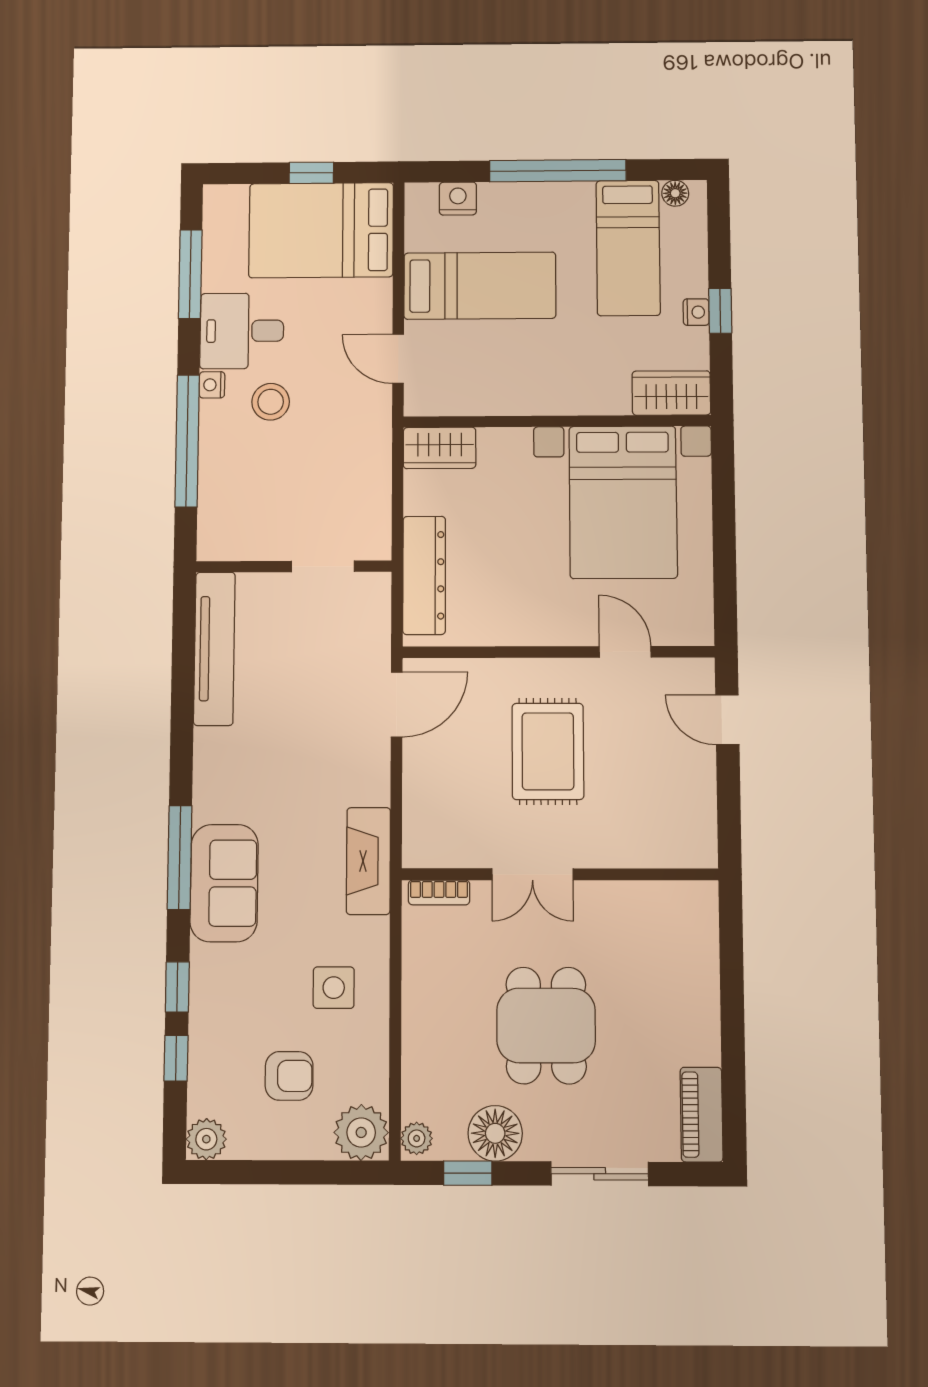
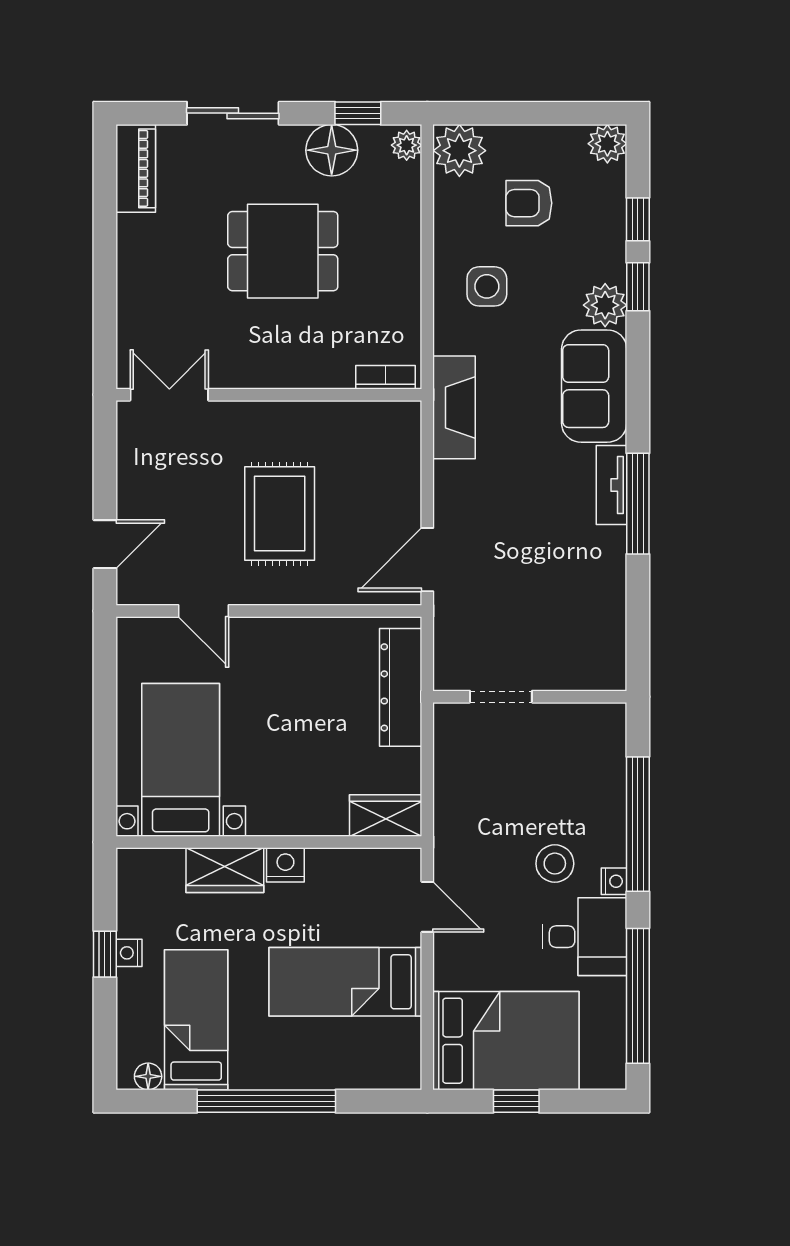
nightstand: (458, 199) -> (285, 865), moved, turned 180
window: (190, 274) -> (638, 996), width x1.46
wardrobe: (671, 393) -> (225, 870), moved
bed with nightstands: (623, 502) -> (181, 760), width x0.73
tv unit: (214, 649) -> (612, 485), moved, width x0.52, depth x0.78
door: (727, 720) -> (105, 544), hinge flipped
window: (180, 857) -> (638, 504), moved
double door: (533, 874) -> (169, 395), moved
plant: (212, 968) -> (605, 305), added
dining table: (546, 1025) -> (283, 251), turned 90

